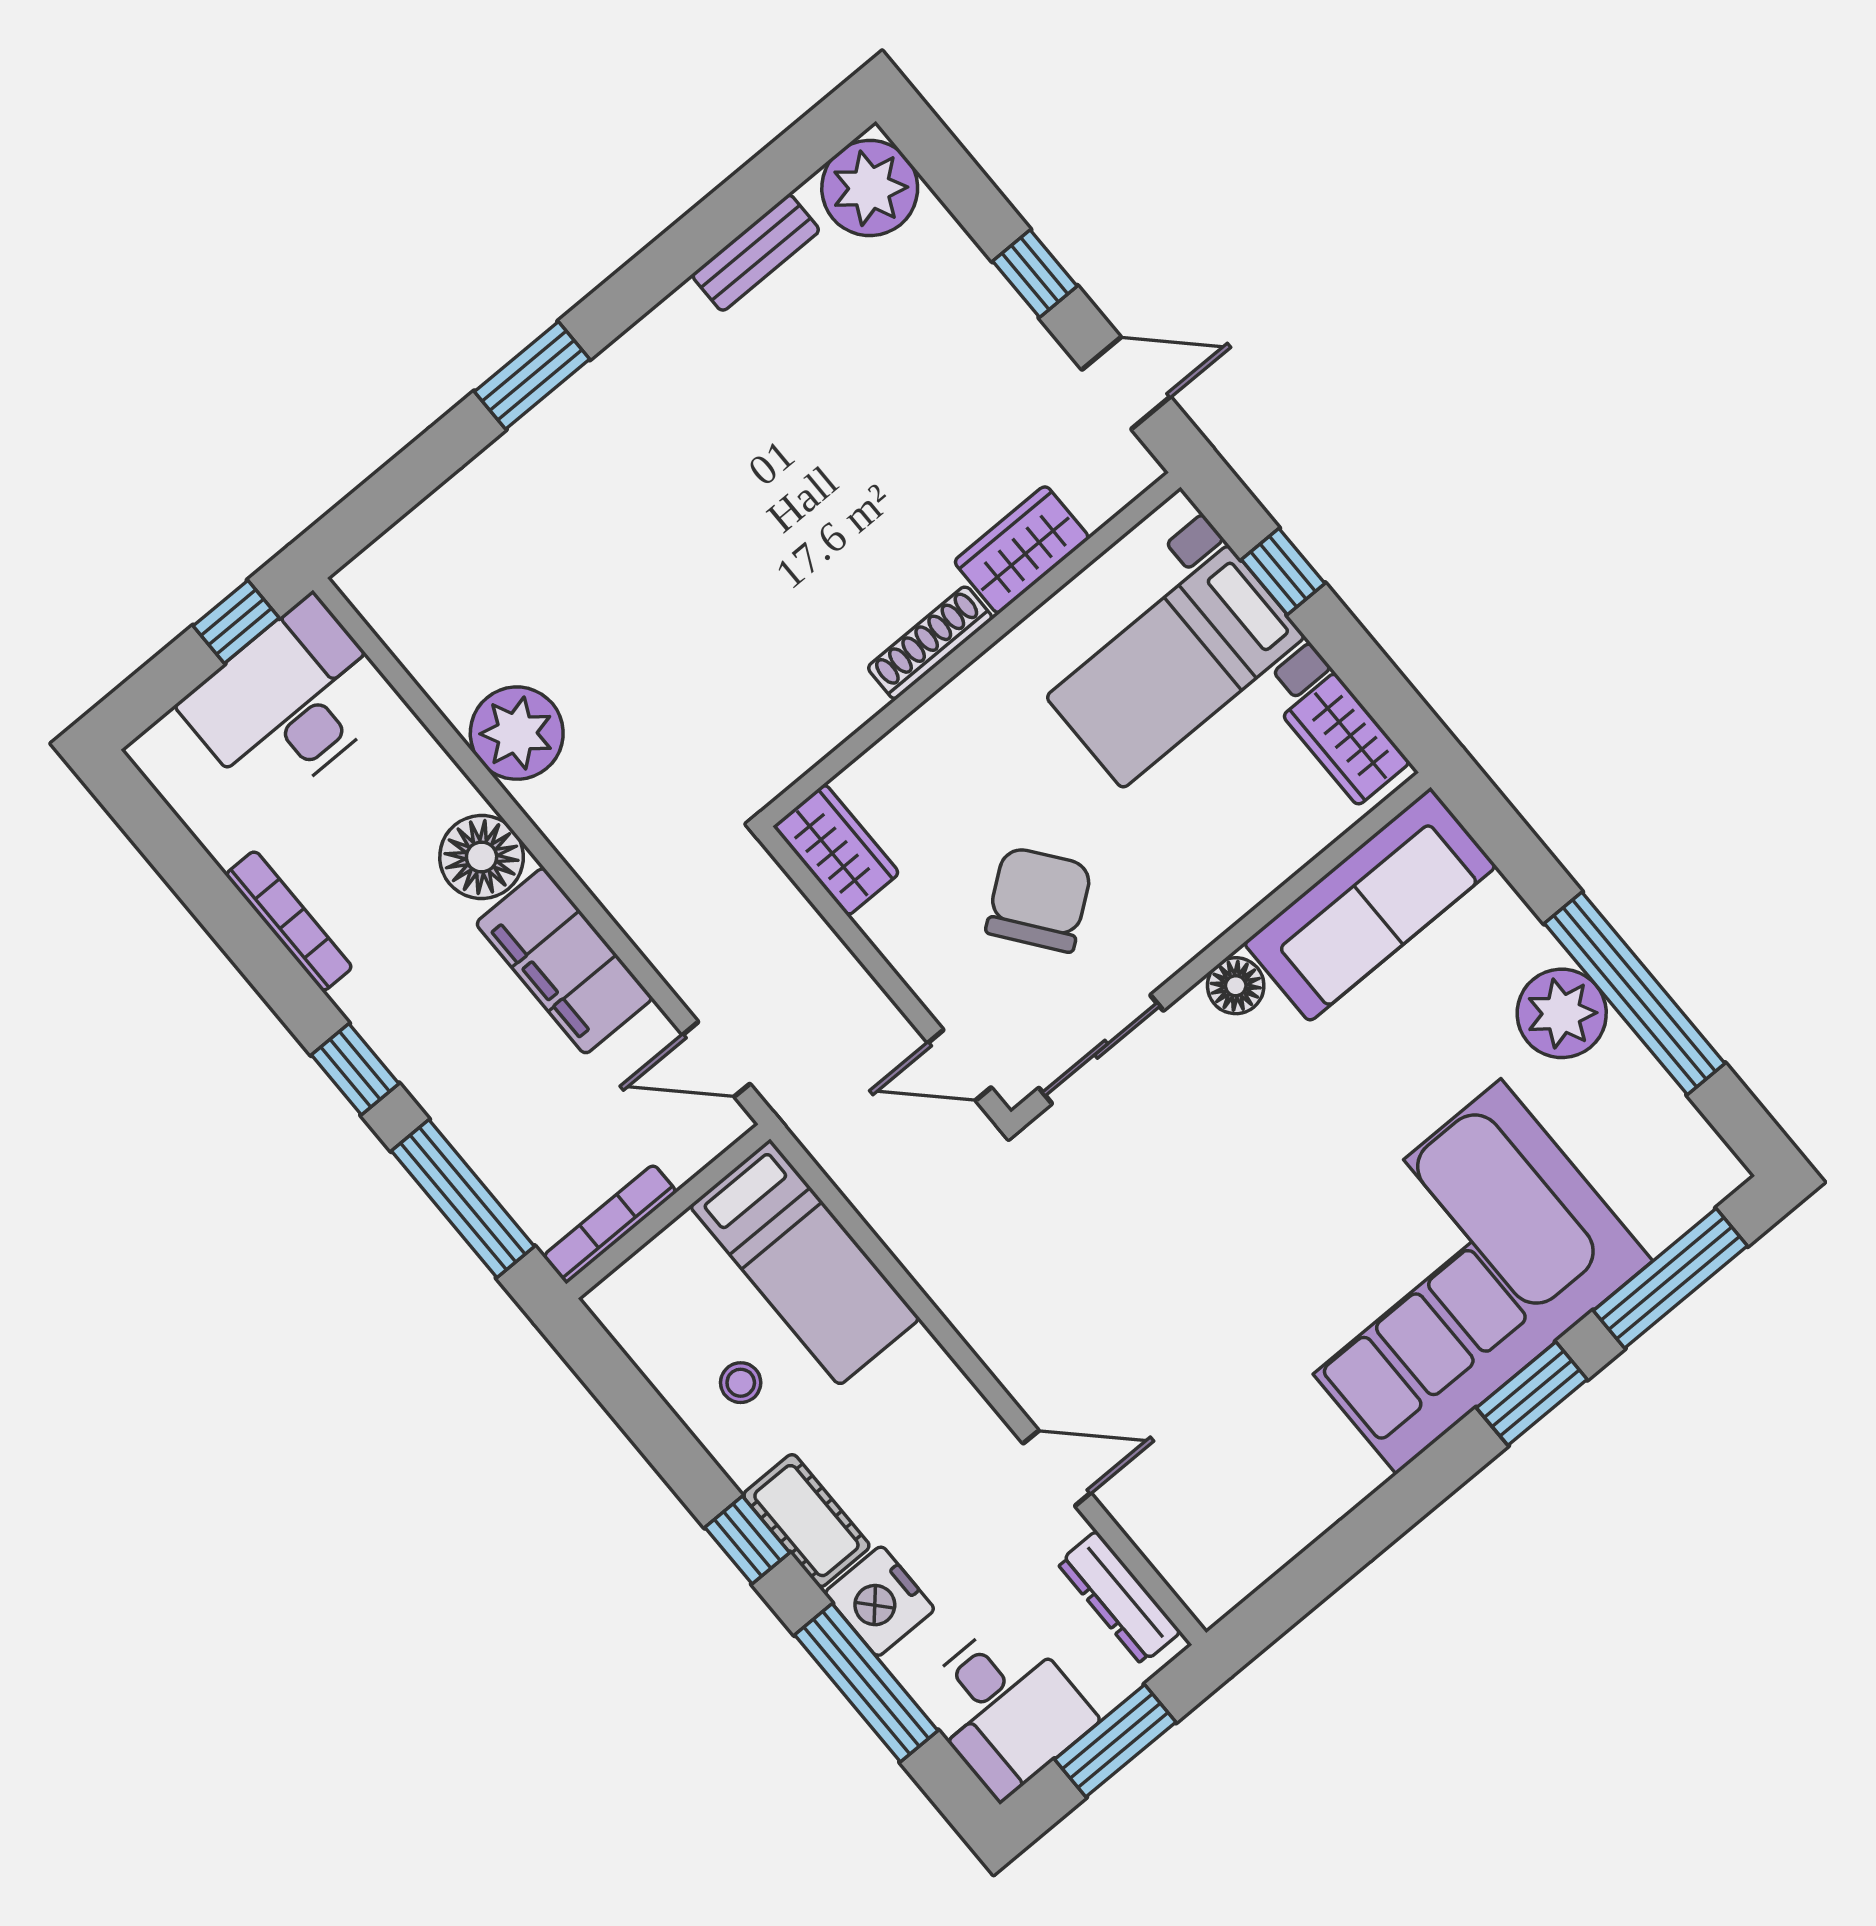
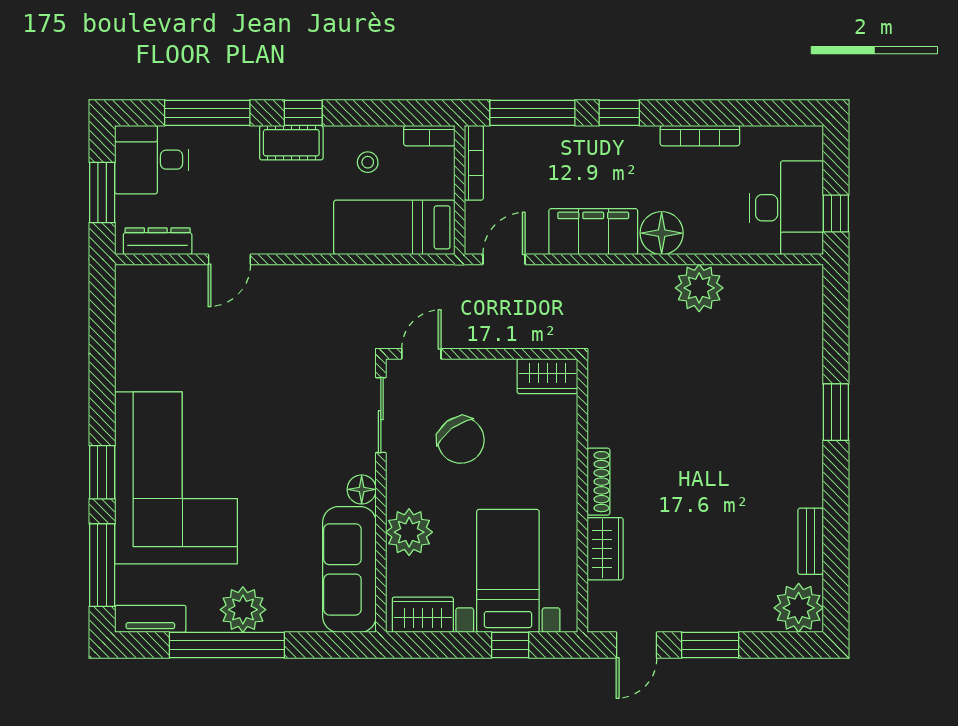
window: (1035, 274) -> (710, 645), width x1.50
plant: (1240, 862) -> (409, 532), added
tv unit: (1690, 1140) -> (150, 619), added
bookcase: (625, 1324) -> (429, 136), added
nightstand: (880, 1601) -> (235, 145), removed

